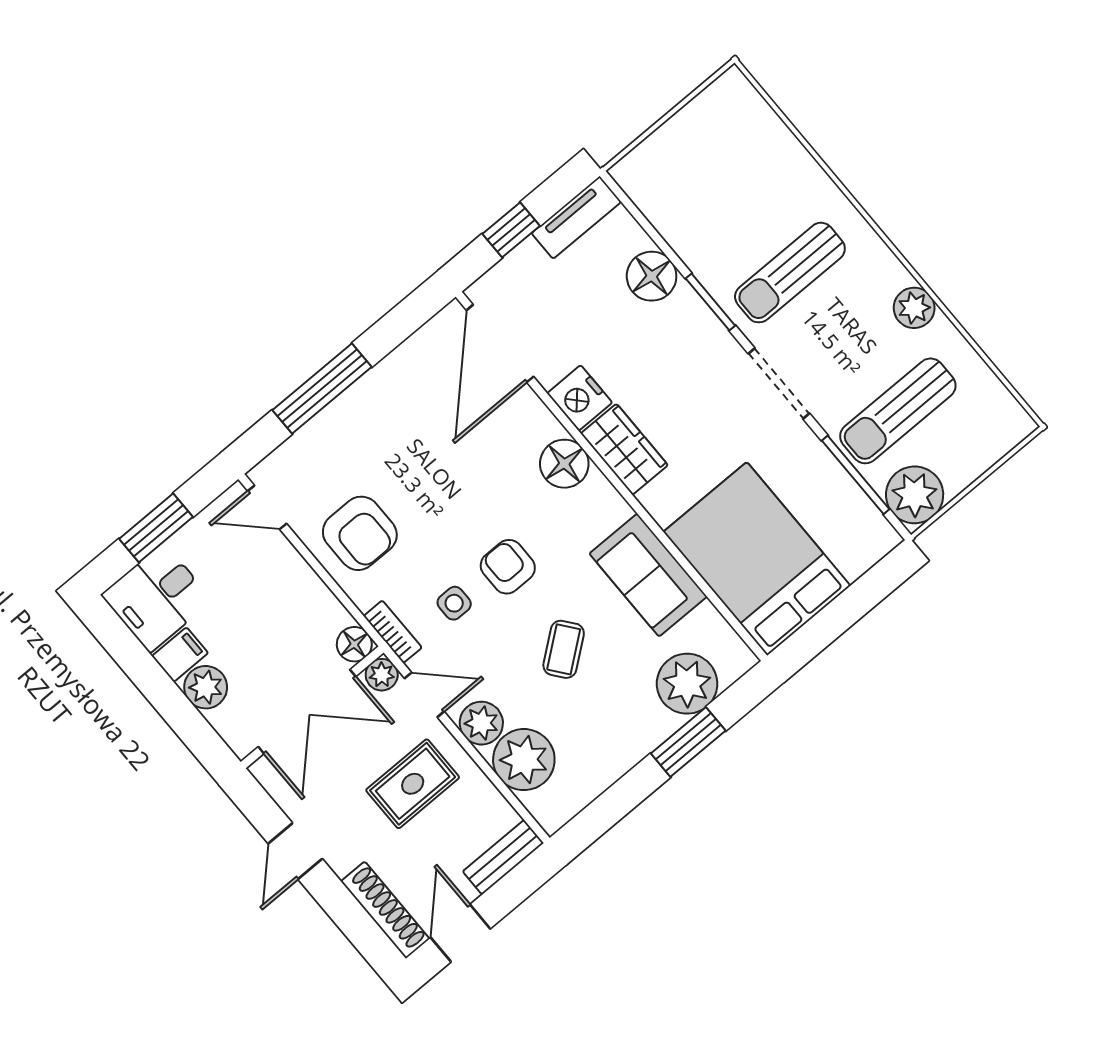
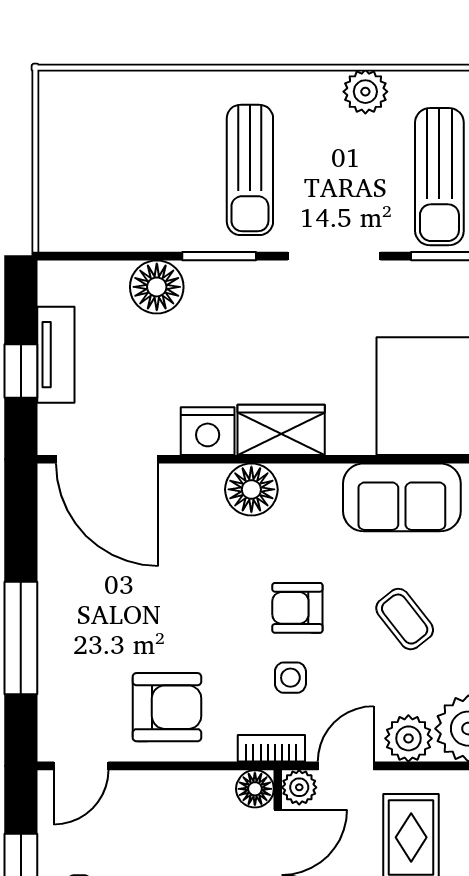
tv unit: (576, 217) -> (56, 355), moved

